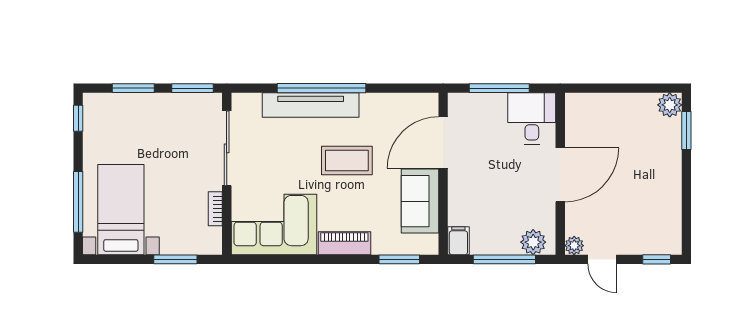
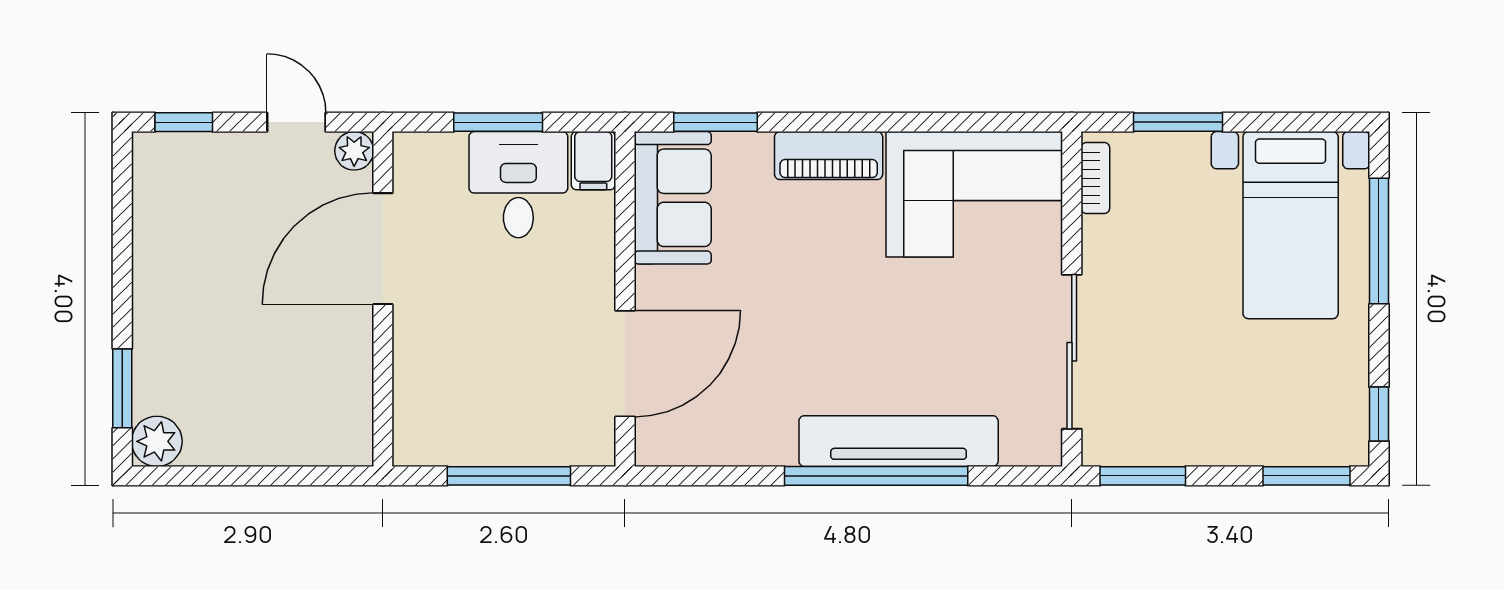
window: (133, 88) -> (1307, 476), moved
desk: (532, 118) -> (518, 185), moved, turned 180
coffee table: (347, 161) -> (824, 327), removed
door: (560, 175) -> (383, 249), moved
sofa: (420, 201) -> (673, 198), moved
bookcase: (215, 209) -> (1095, 178), moved
plant: (533, 242) -> (439, 158), removed
window: (504, 259) -> (498, 122), width x0.69

